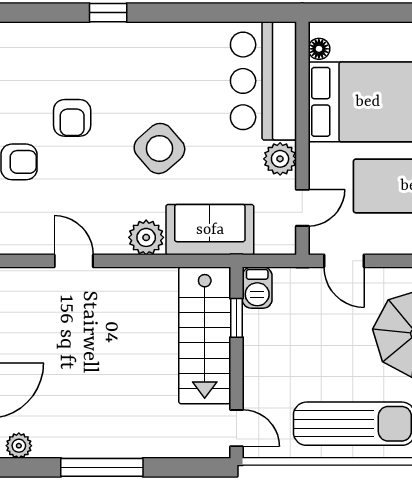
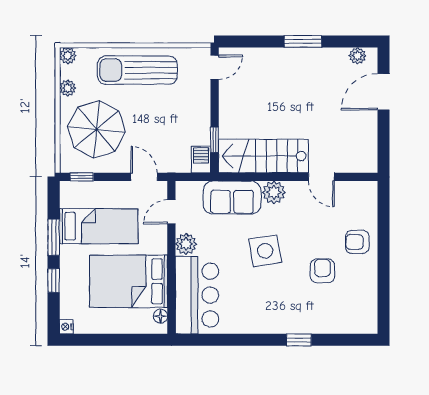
side table: (159, 148) -> (265, 251), turned 31
stairs: (205, 335) -> (263, 156), moved, turned -90
door: (237, 428) -> (215, 67), swing flipped
window: (102, 467) -> (303, 41), width x0.69

